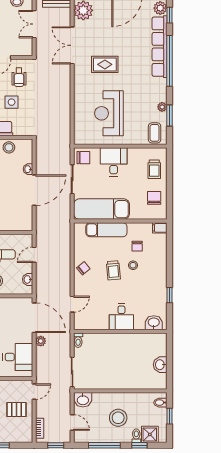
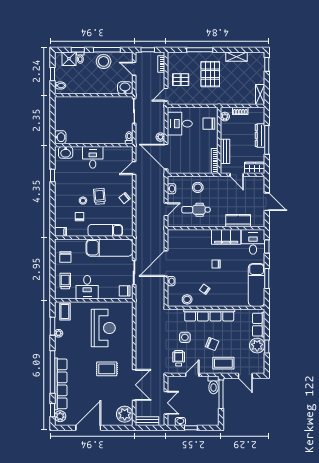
desk: (114, 162) -> (87, 287), moved
washbasin: (160, 365) -> (60, 137), moved
stool: (118, 418) -> (104, 61), moved

